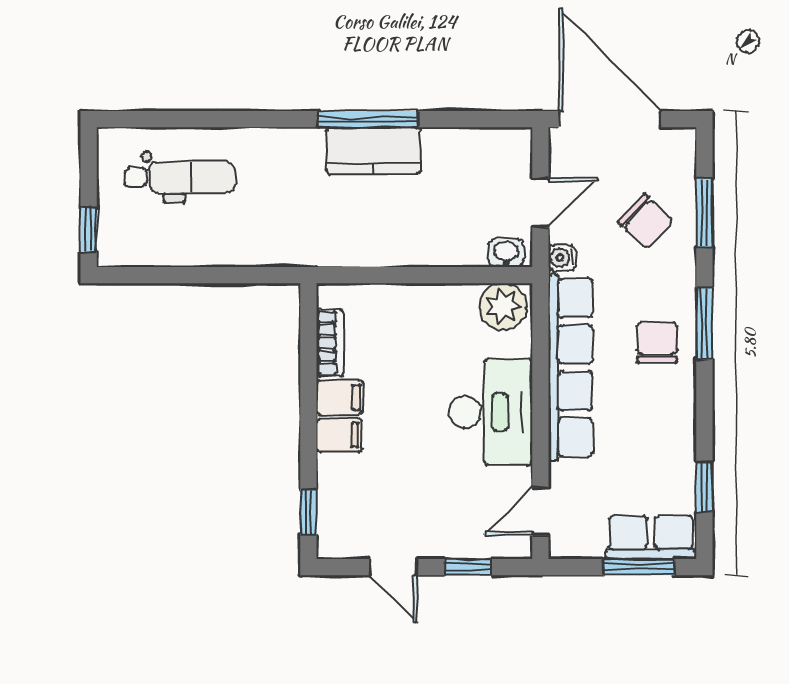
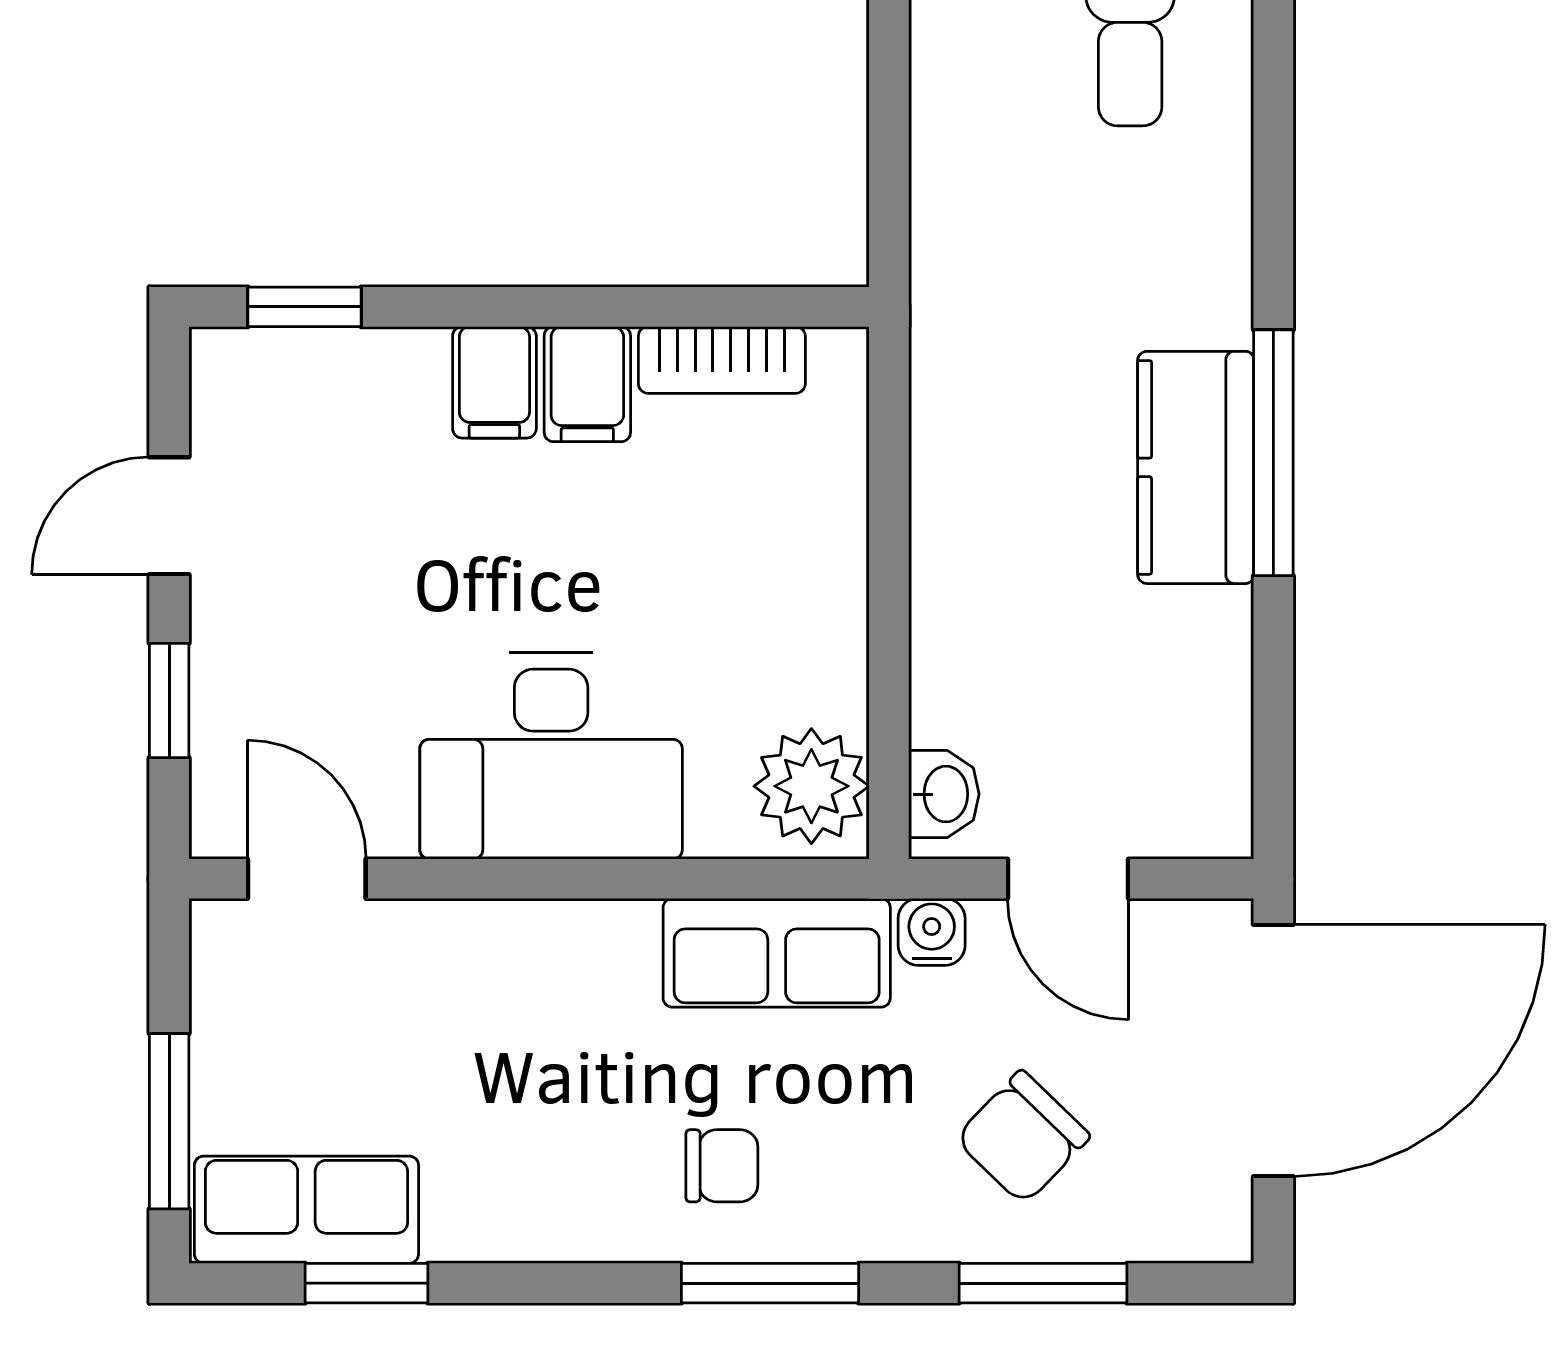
chair: (657, 343) -> (722, 1166), width x0.73, depth x0.73
row of seats: (570, 367) -> (777, 953), width x0.50
row of seats: (651, 537) -> (306, 1210), moved, turned -90

